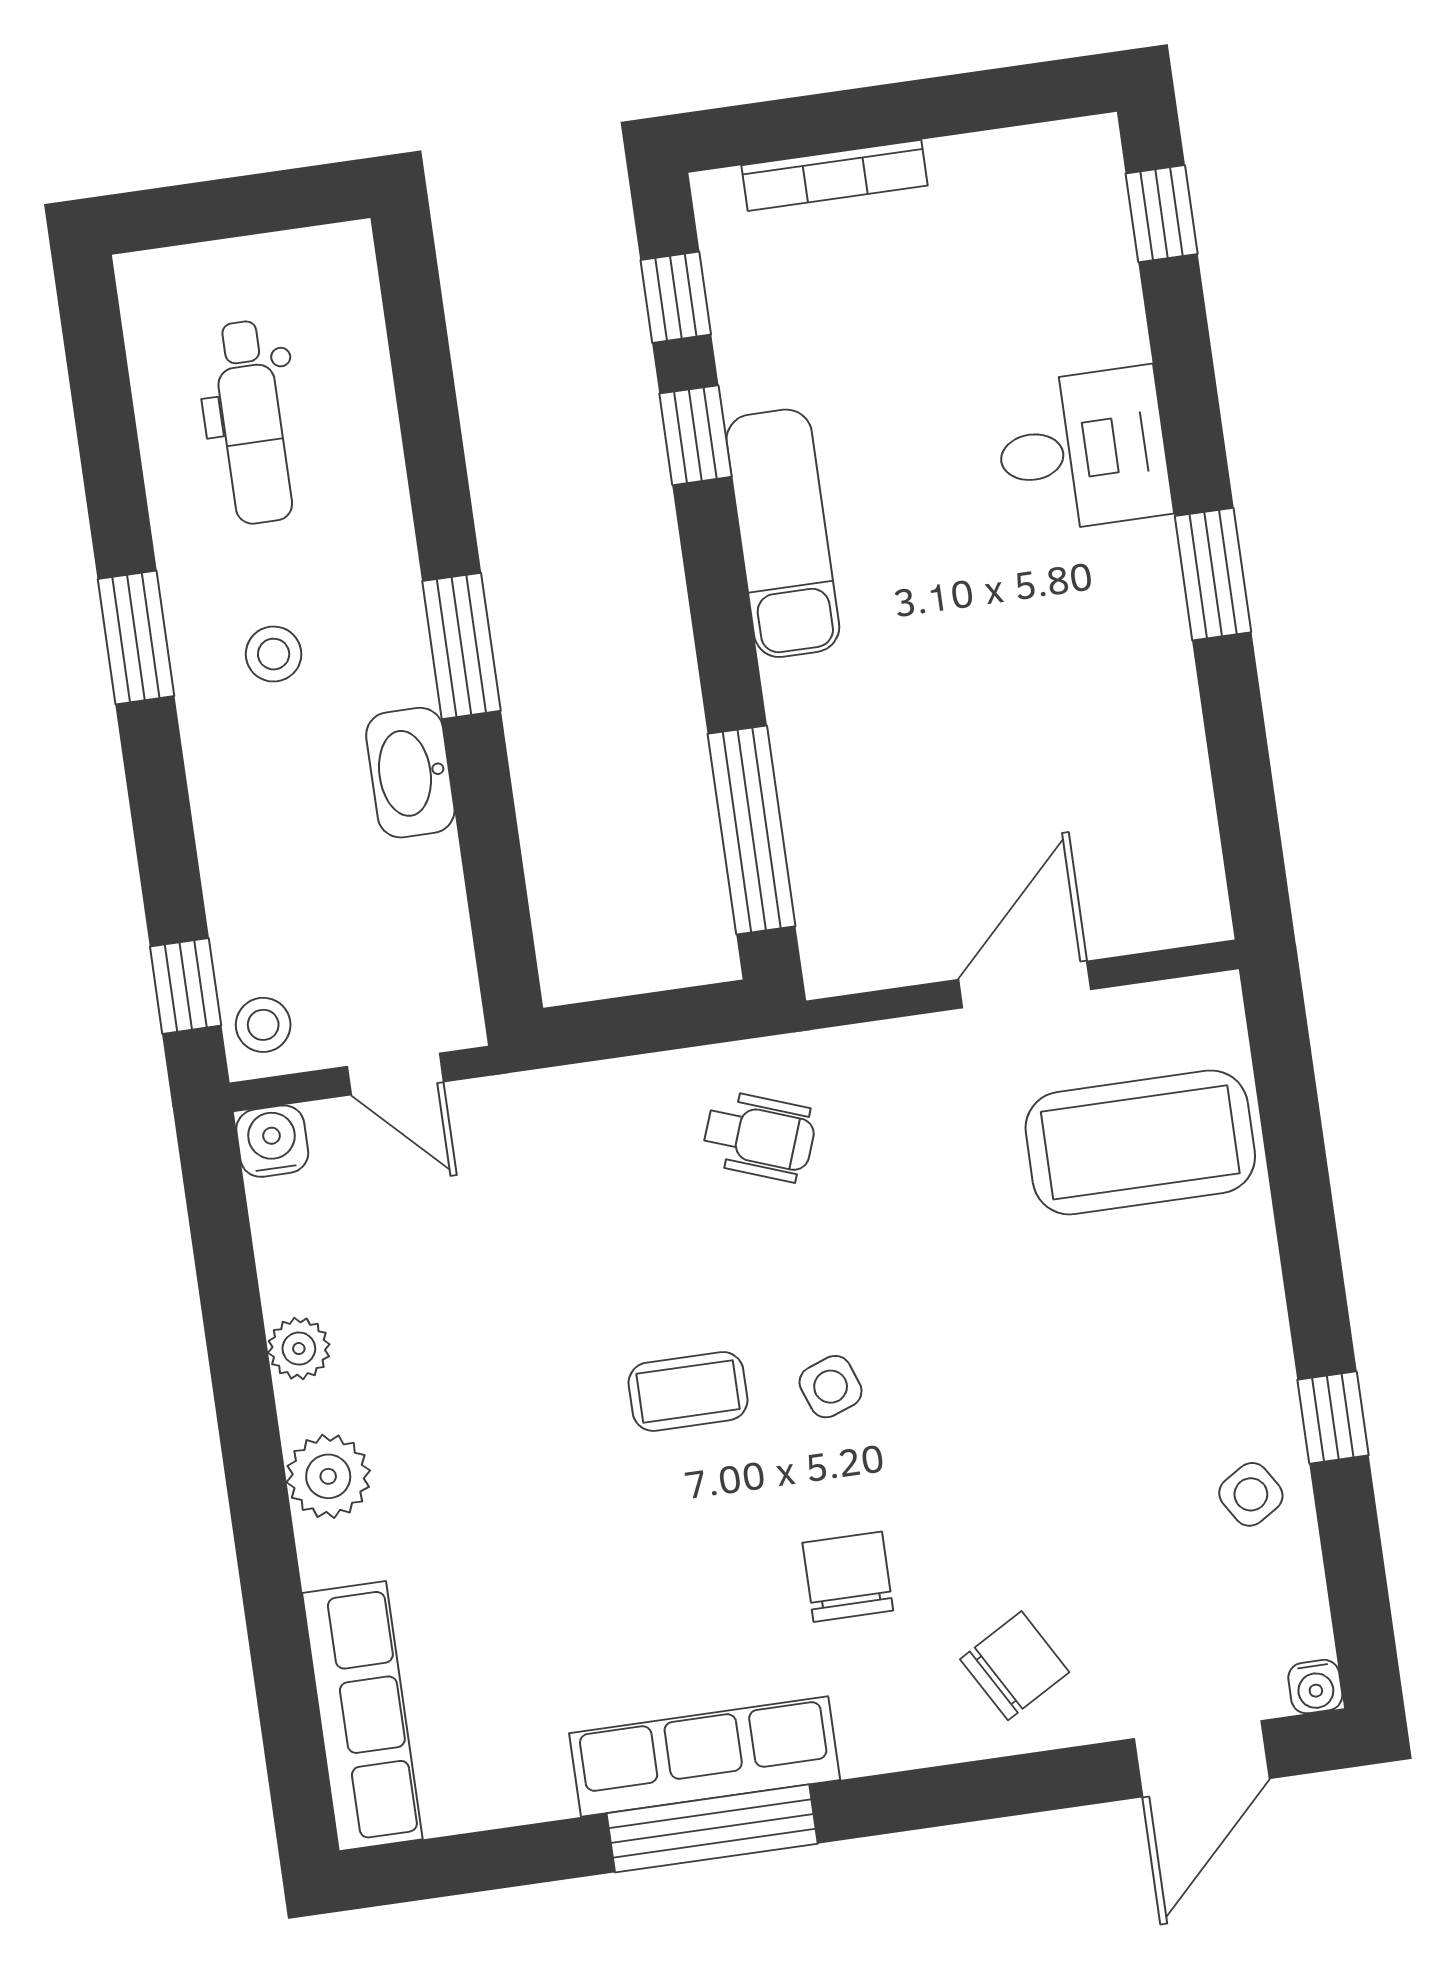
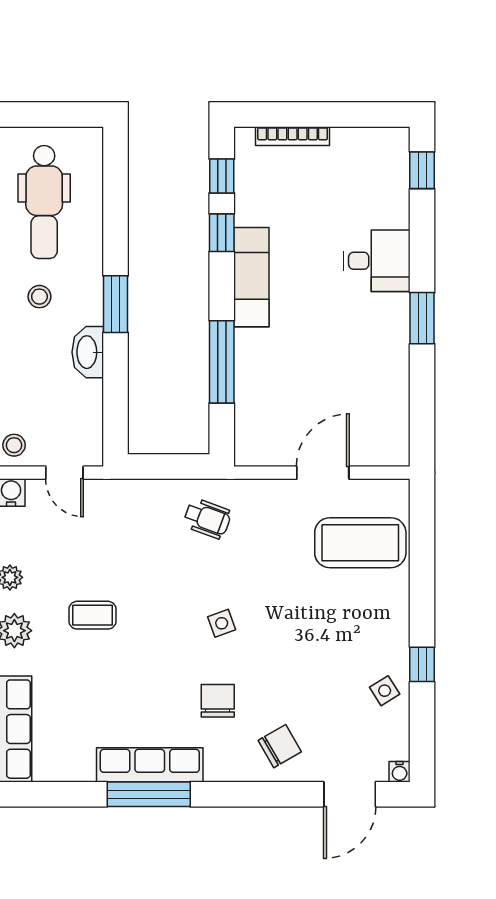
dental chair: (252, 422) -> (44, 202), width x1.36, depth x1.38
window: (752, 830) -> (222, 362), moved
coffee table: (688, 1391) -> (92, 615), moved

